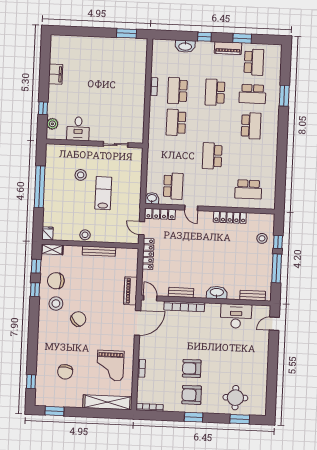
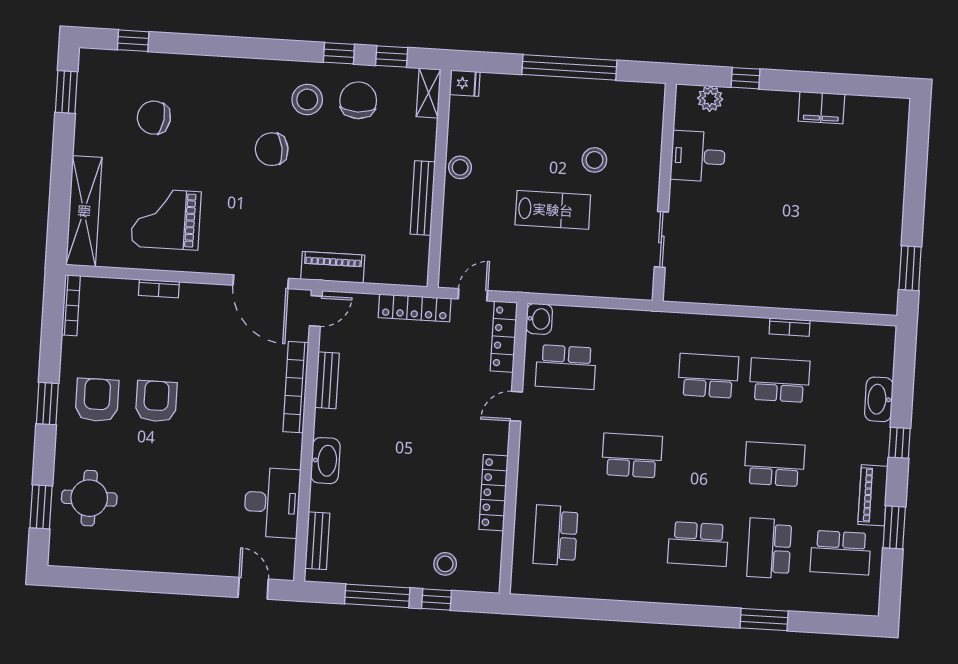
chair: (78, 319) -> (272, 149), turned 124

